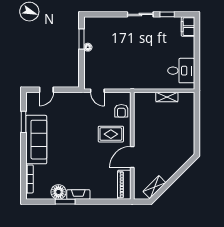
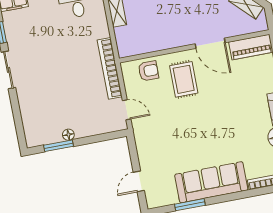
bookcase: (128, 84) -> (110, 68), added
door: (46, 90) -> (139, 181), swing flipped
door: (97, 91) -> (127, 110), hinge flipped

